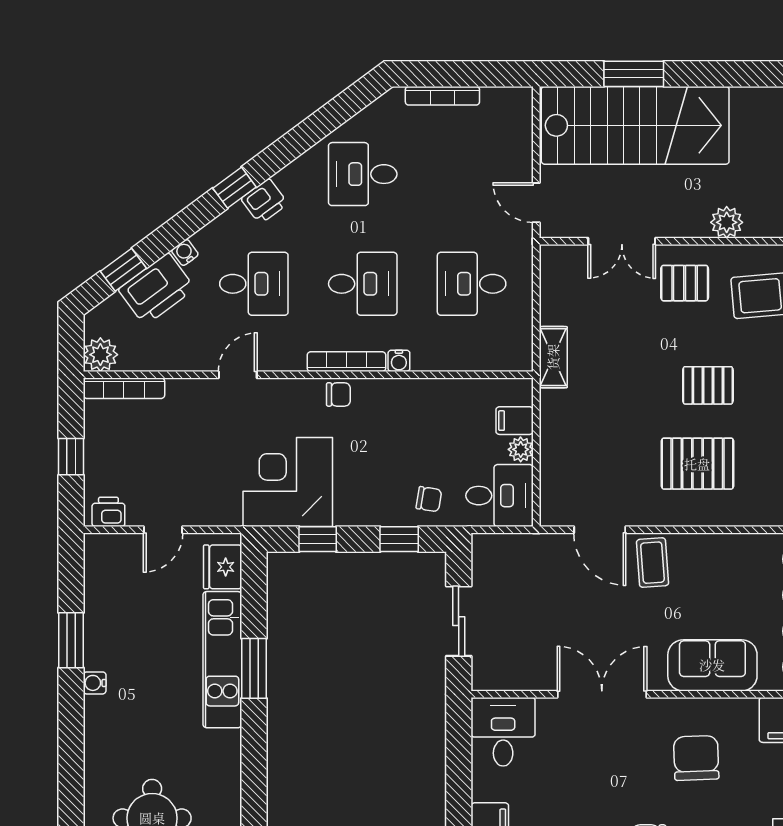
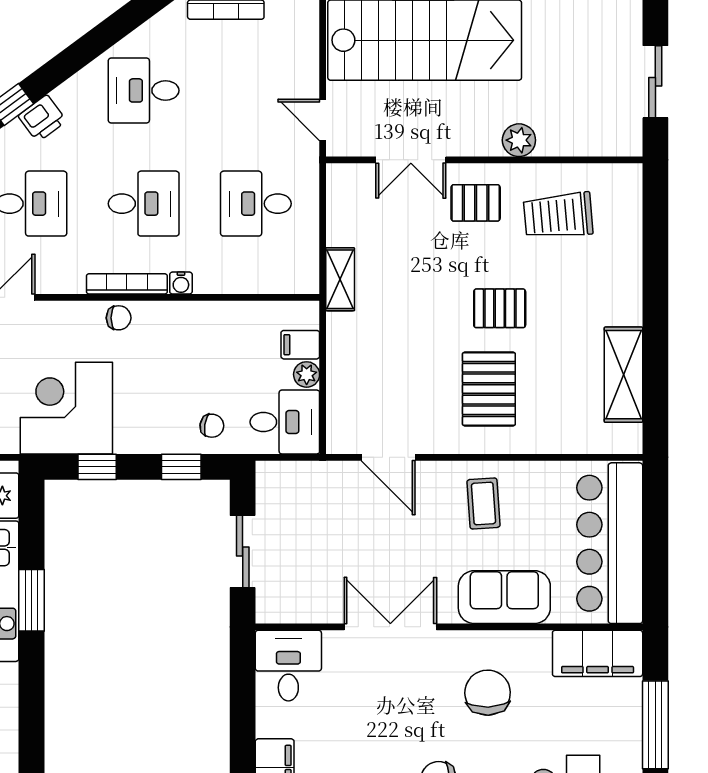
pallet: (697, 464) -> (489, 389), turned 90
coffee table: (653, 563) -> (484, 503), moved

